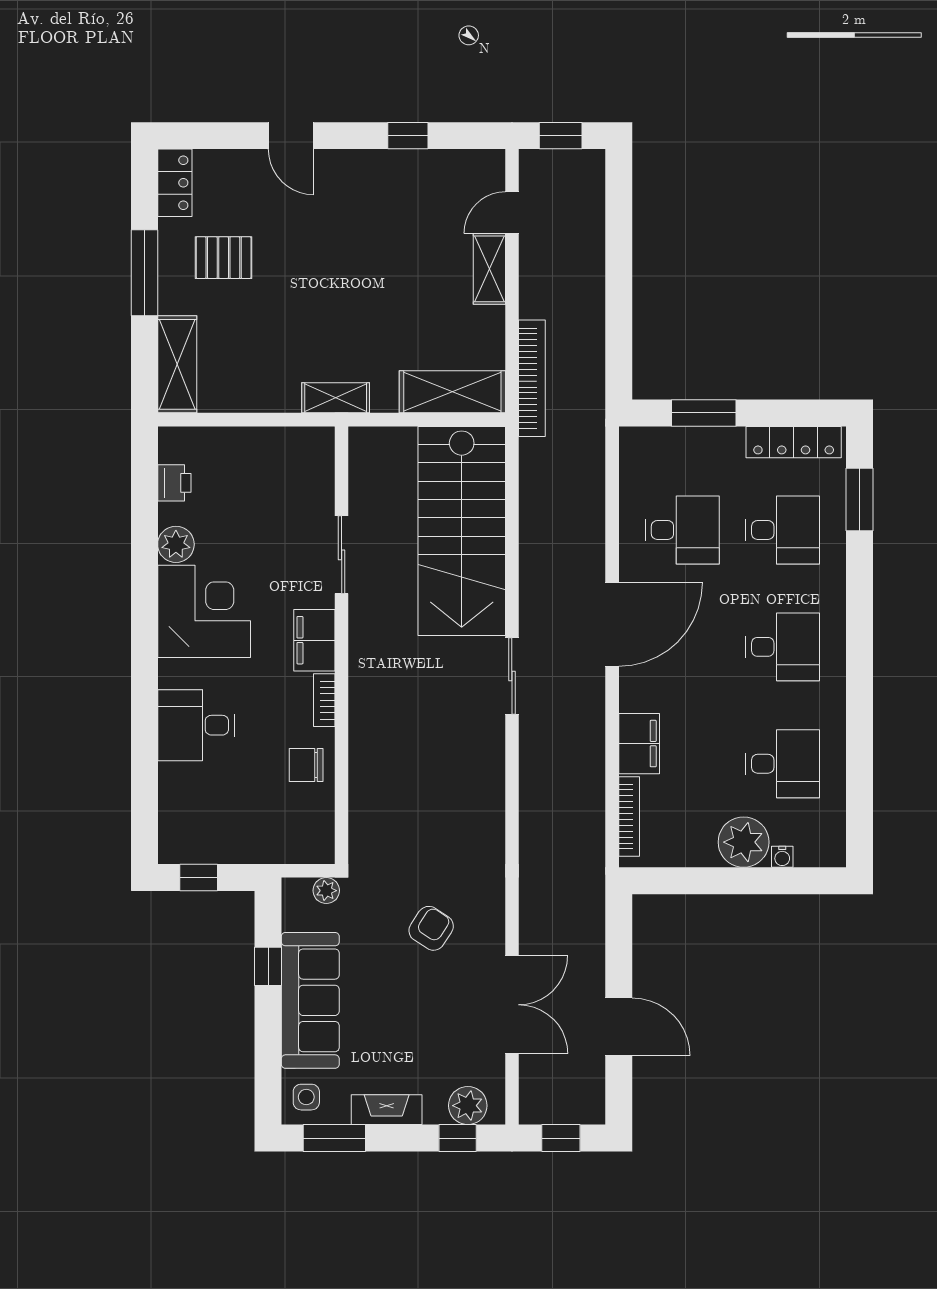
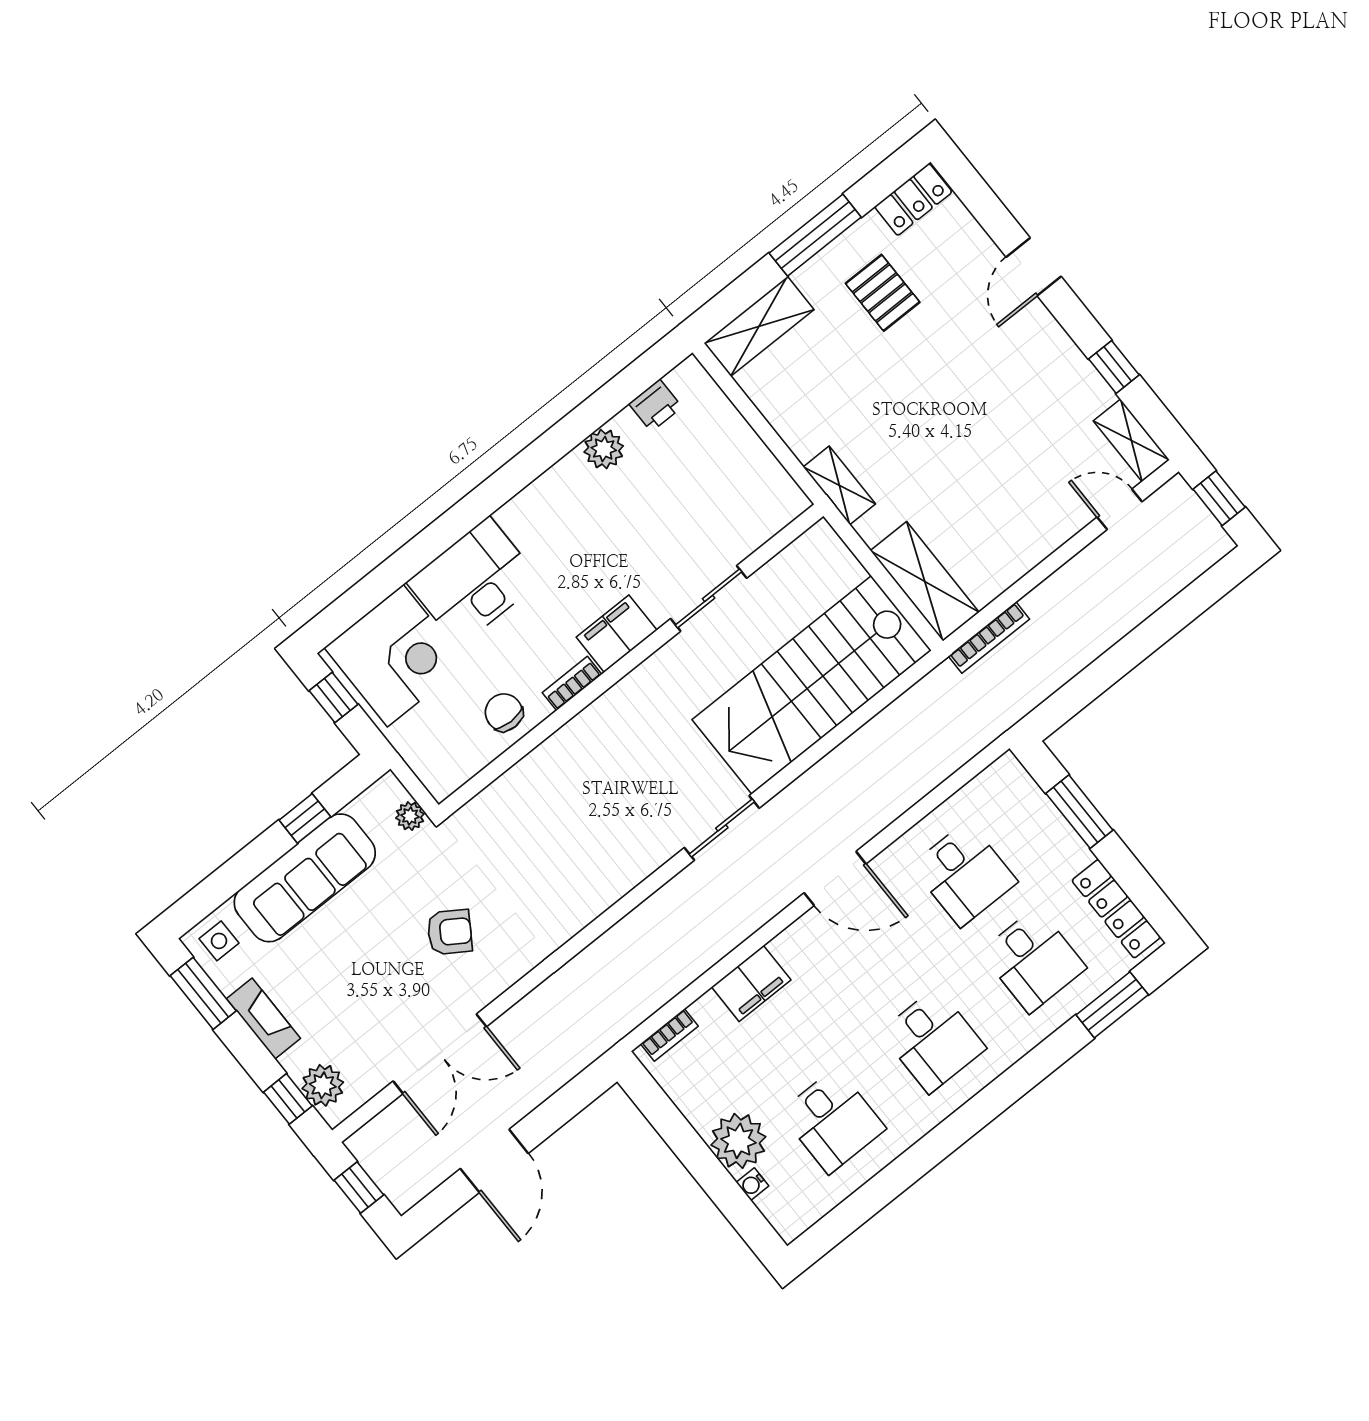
shelving: (489, 269) -> (1131, 440), moved, turned 90
bookcase: (532, 378) -> (989, 638), width x0.68, depth x0.76
corner desk: (204, 611) -> (395, 656), moved
door: (612, 624) -> (835, 878), width x0.73
desk: (196, 725) -> (474, 582), width x1.37
bookcase: (629, 817) -> (669, 1035), width x0.64

